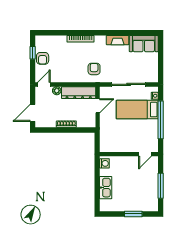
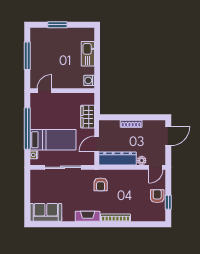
fireplace: (118, 40) -> (88, 216), moved
wardrobe: (106, 131) -> (88, 117), added

